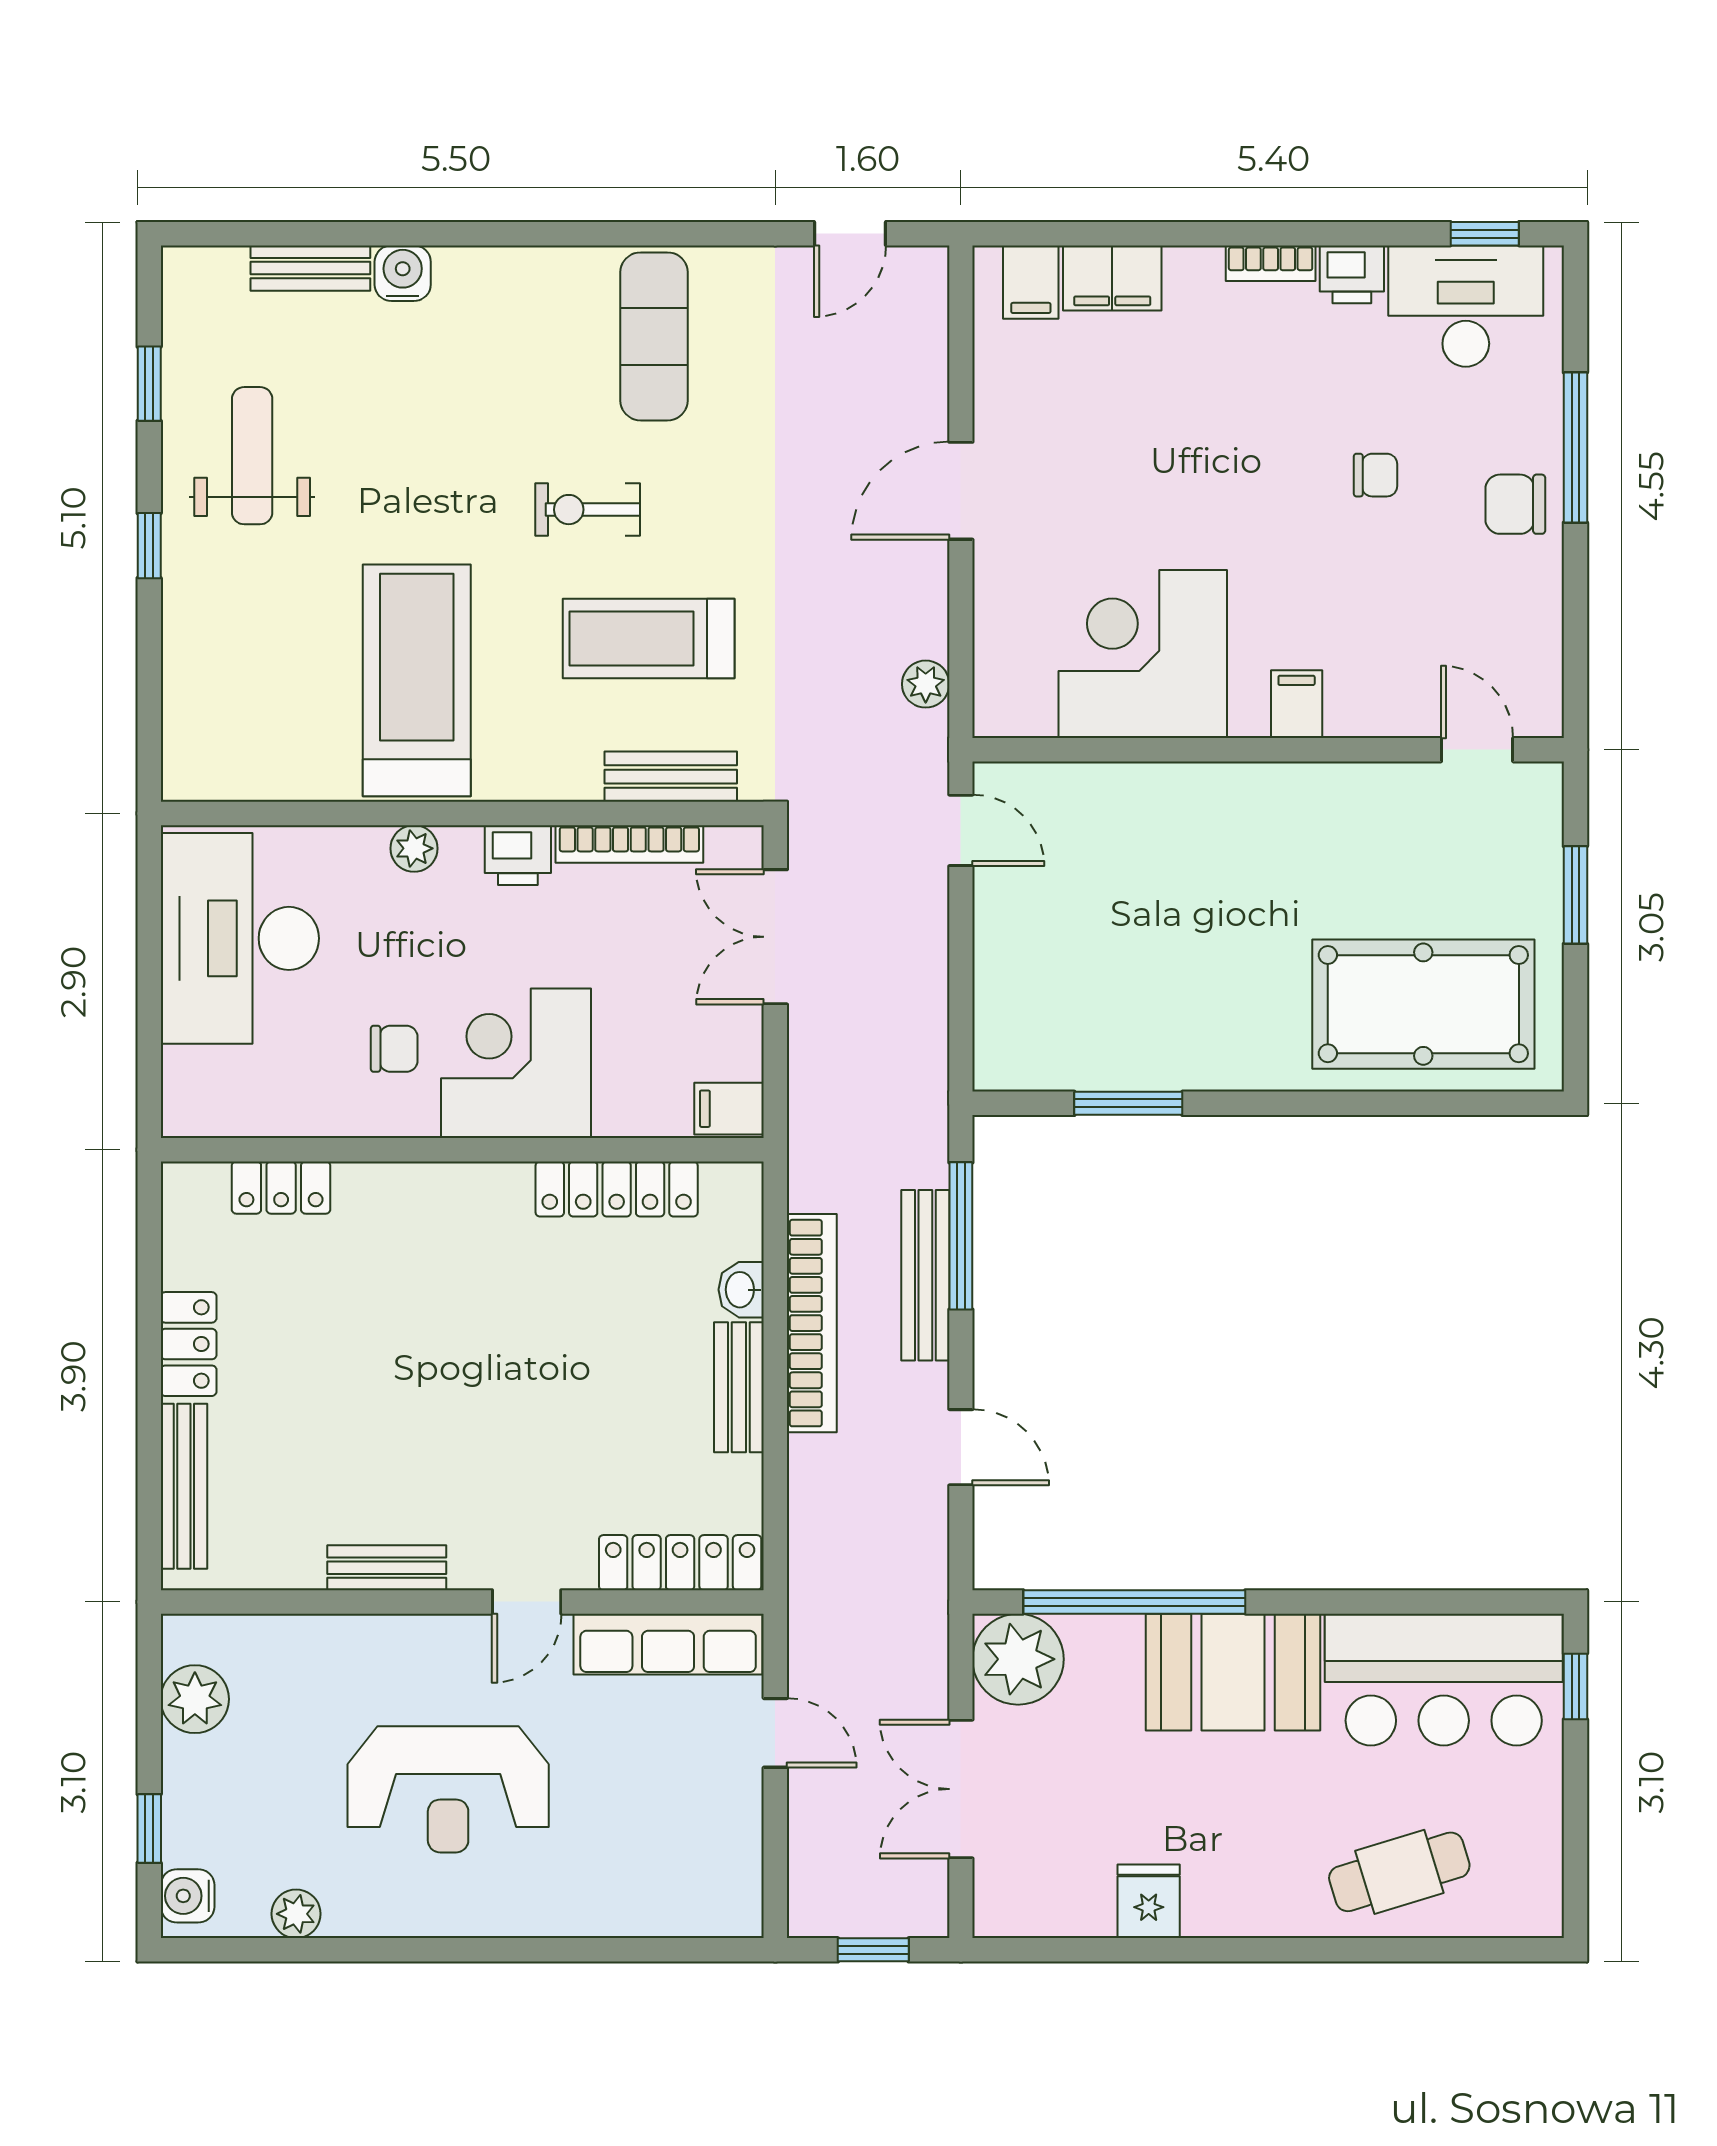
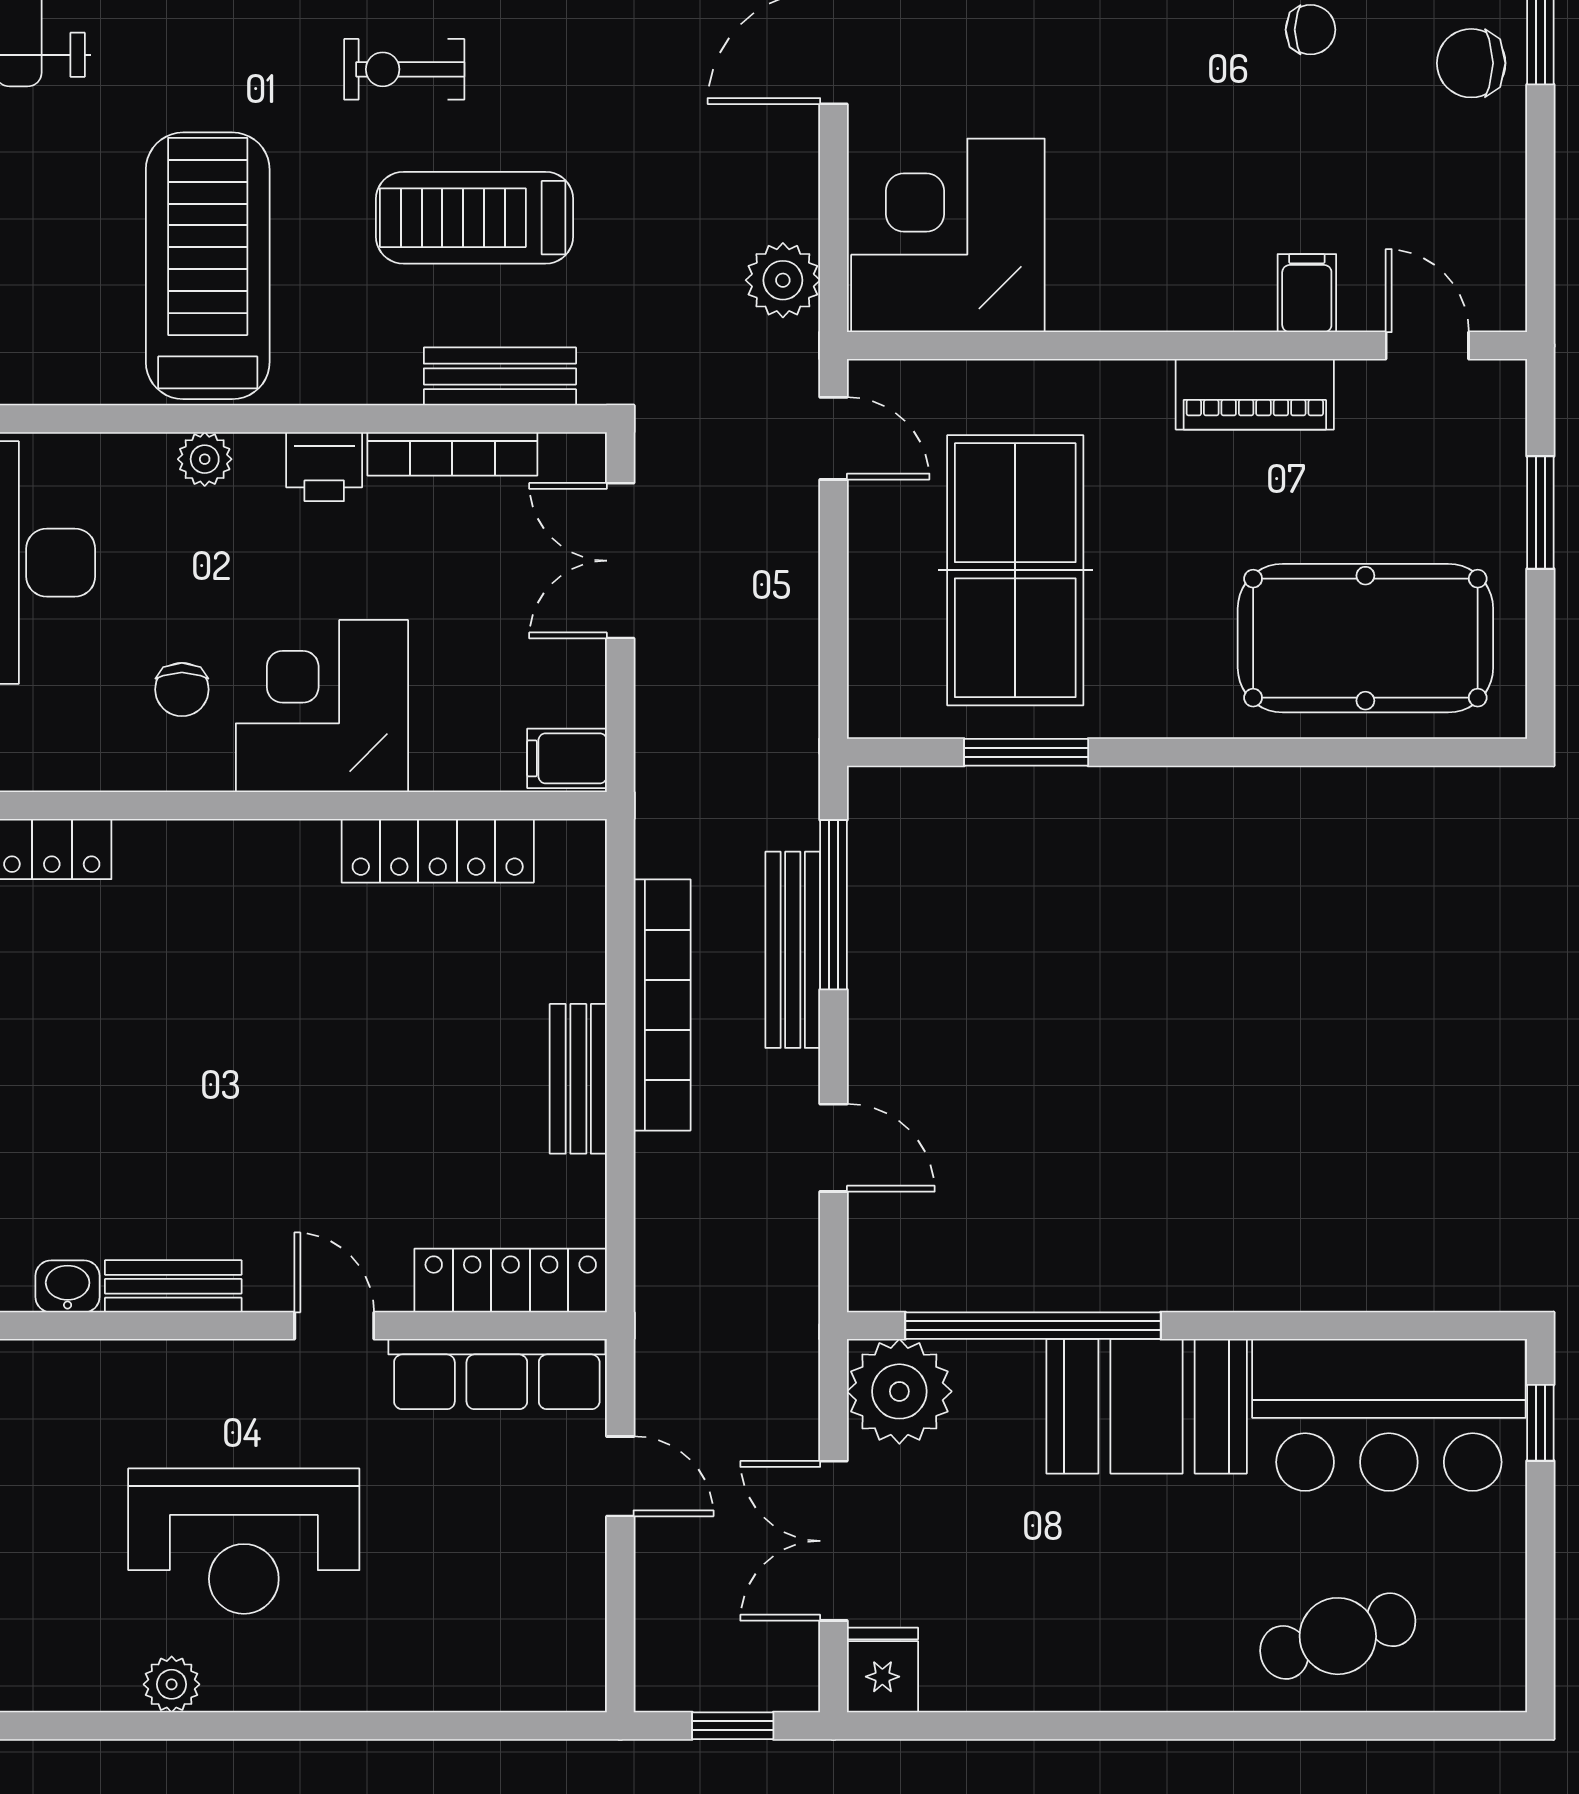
corner desk: (1143, 654) -> (948, 235), moved
plant: (926, 684) -> (783, 280), width x1.38, depth x1.38
filing cabinet: (1297, 704) -> (1307, 293), moved
piano: (1327, 792) -> (1255, 394), added
table tennis table: (1119, 945) -> (1015, 570), added
chair: (394, 1049) -> (182, 689), turned 90
washbasin: (741, 1290) -> (68, 1286), moved, turned 90
door: (527, 1602) -> (334, 1326), swing flipped
fridge: (1149, 1901) -> (882, 1670), moved
plant: (296, 1914) -> (172, 1684), moved

